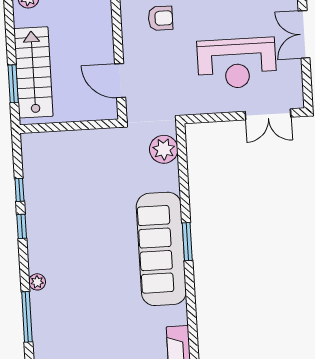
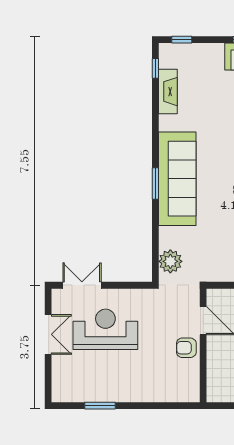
armchair: (160, 18) -> (186, 348), moved
double door: (304, 34) -> (48, 334), moved

